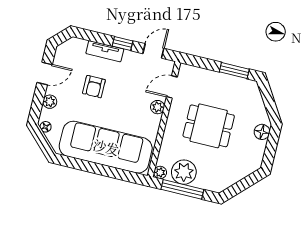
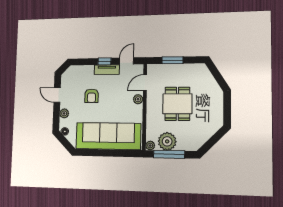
tv unit: (105, 51) -> (107, 70), moved
window: (234, 71) -> (172, 60), moved
door: (45, 73) -> (57, 95), swing flipped
dining table: (209, 126) -> (177, 104), turned 90
floor lamp: (262, 132) -> (217, 99), removed

